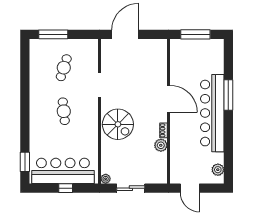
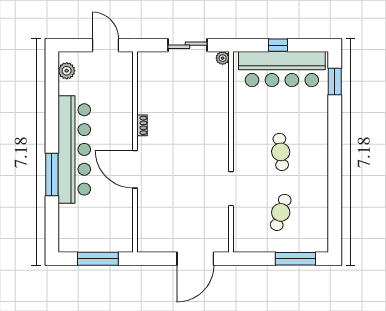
spiral stairs: (118, 124) -> (205, 134), removed
plant: (161, 145) -> (146, 105), removed

